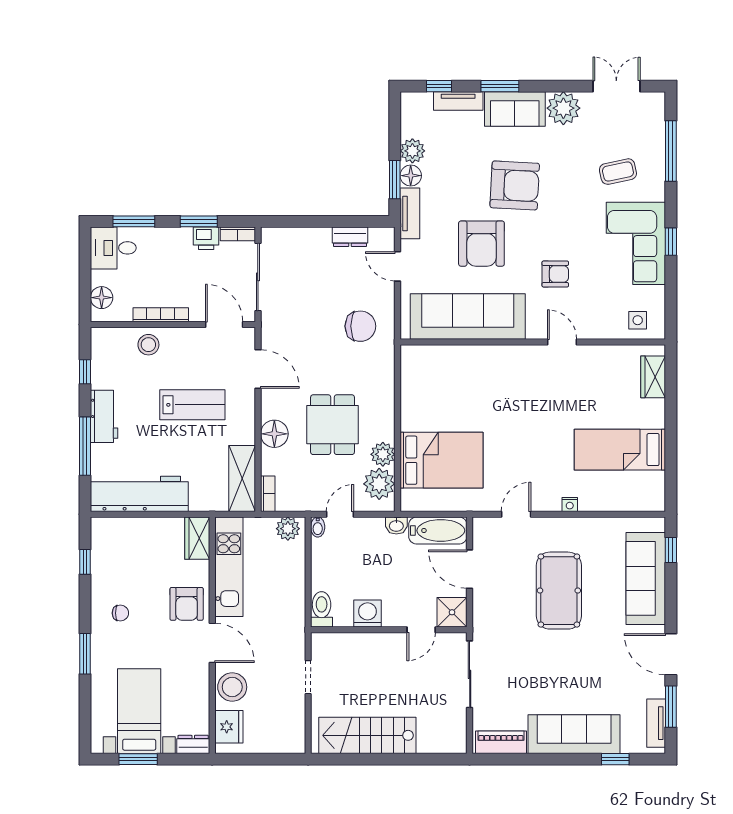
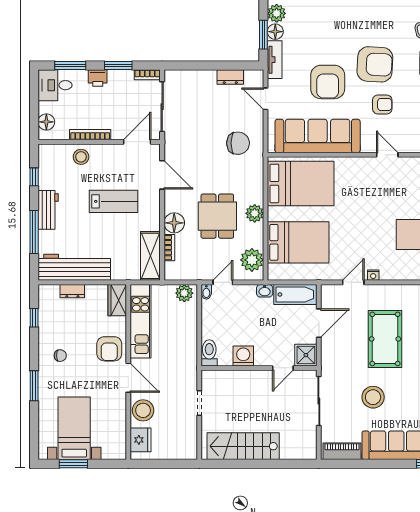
armchair: (515, 185) -> (375, 64), moved
printer: (206, 238) -> (98, 78), moved
door: (224, 324) -> (137, 142), hinge flipped
bed: (445, 381) -> (301, 183), added
plant: (383, 454) -> (255, 213), moved
bookcase: (268, 494) -> (169, 248), moved
nightstand: (570, 504) -> (373, 275), moved
door: (470, 569) -> (319, 323), swing flipped
stool: (543, 669) -> (373, 397), added
dresser: (193, 744) -> (72, 291), moved, turned 180

